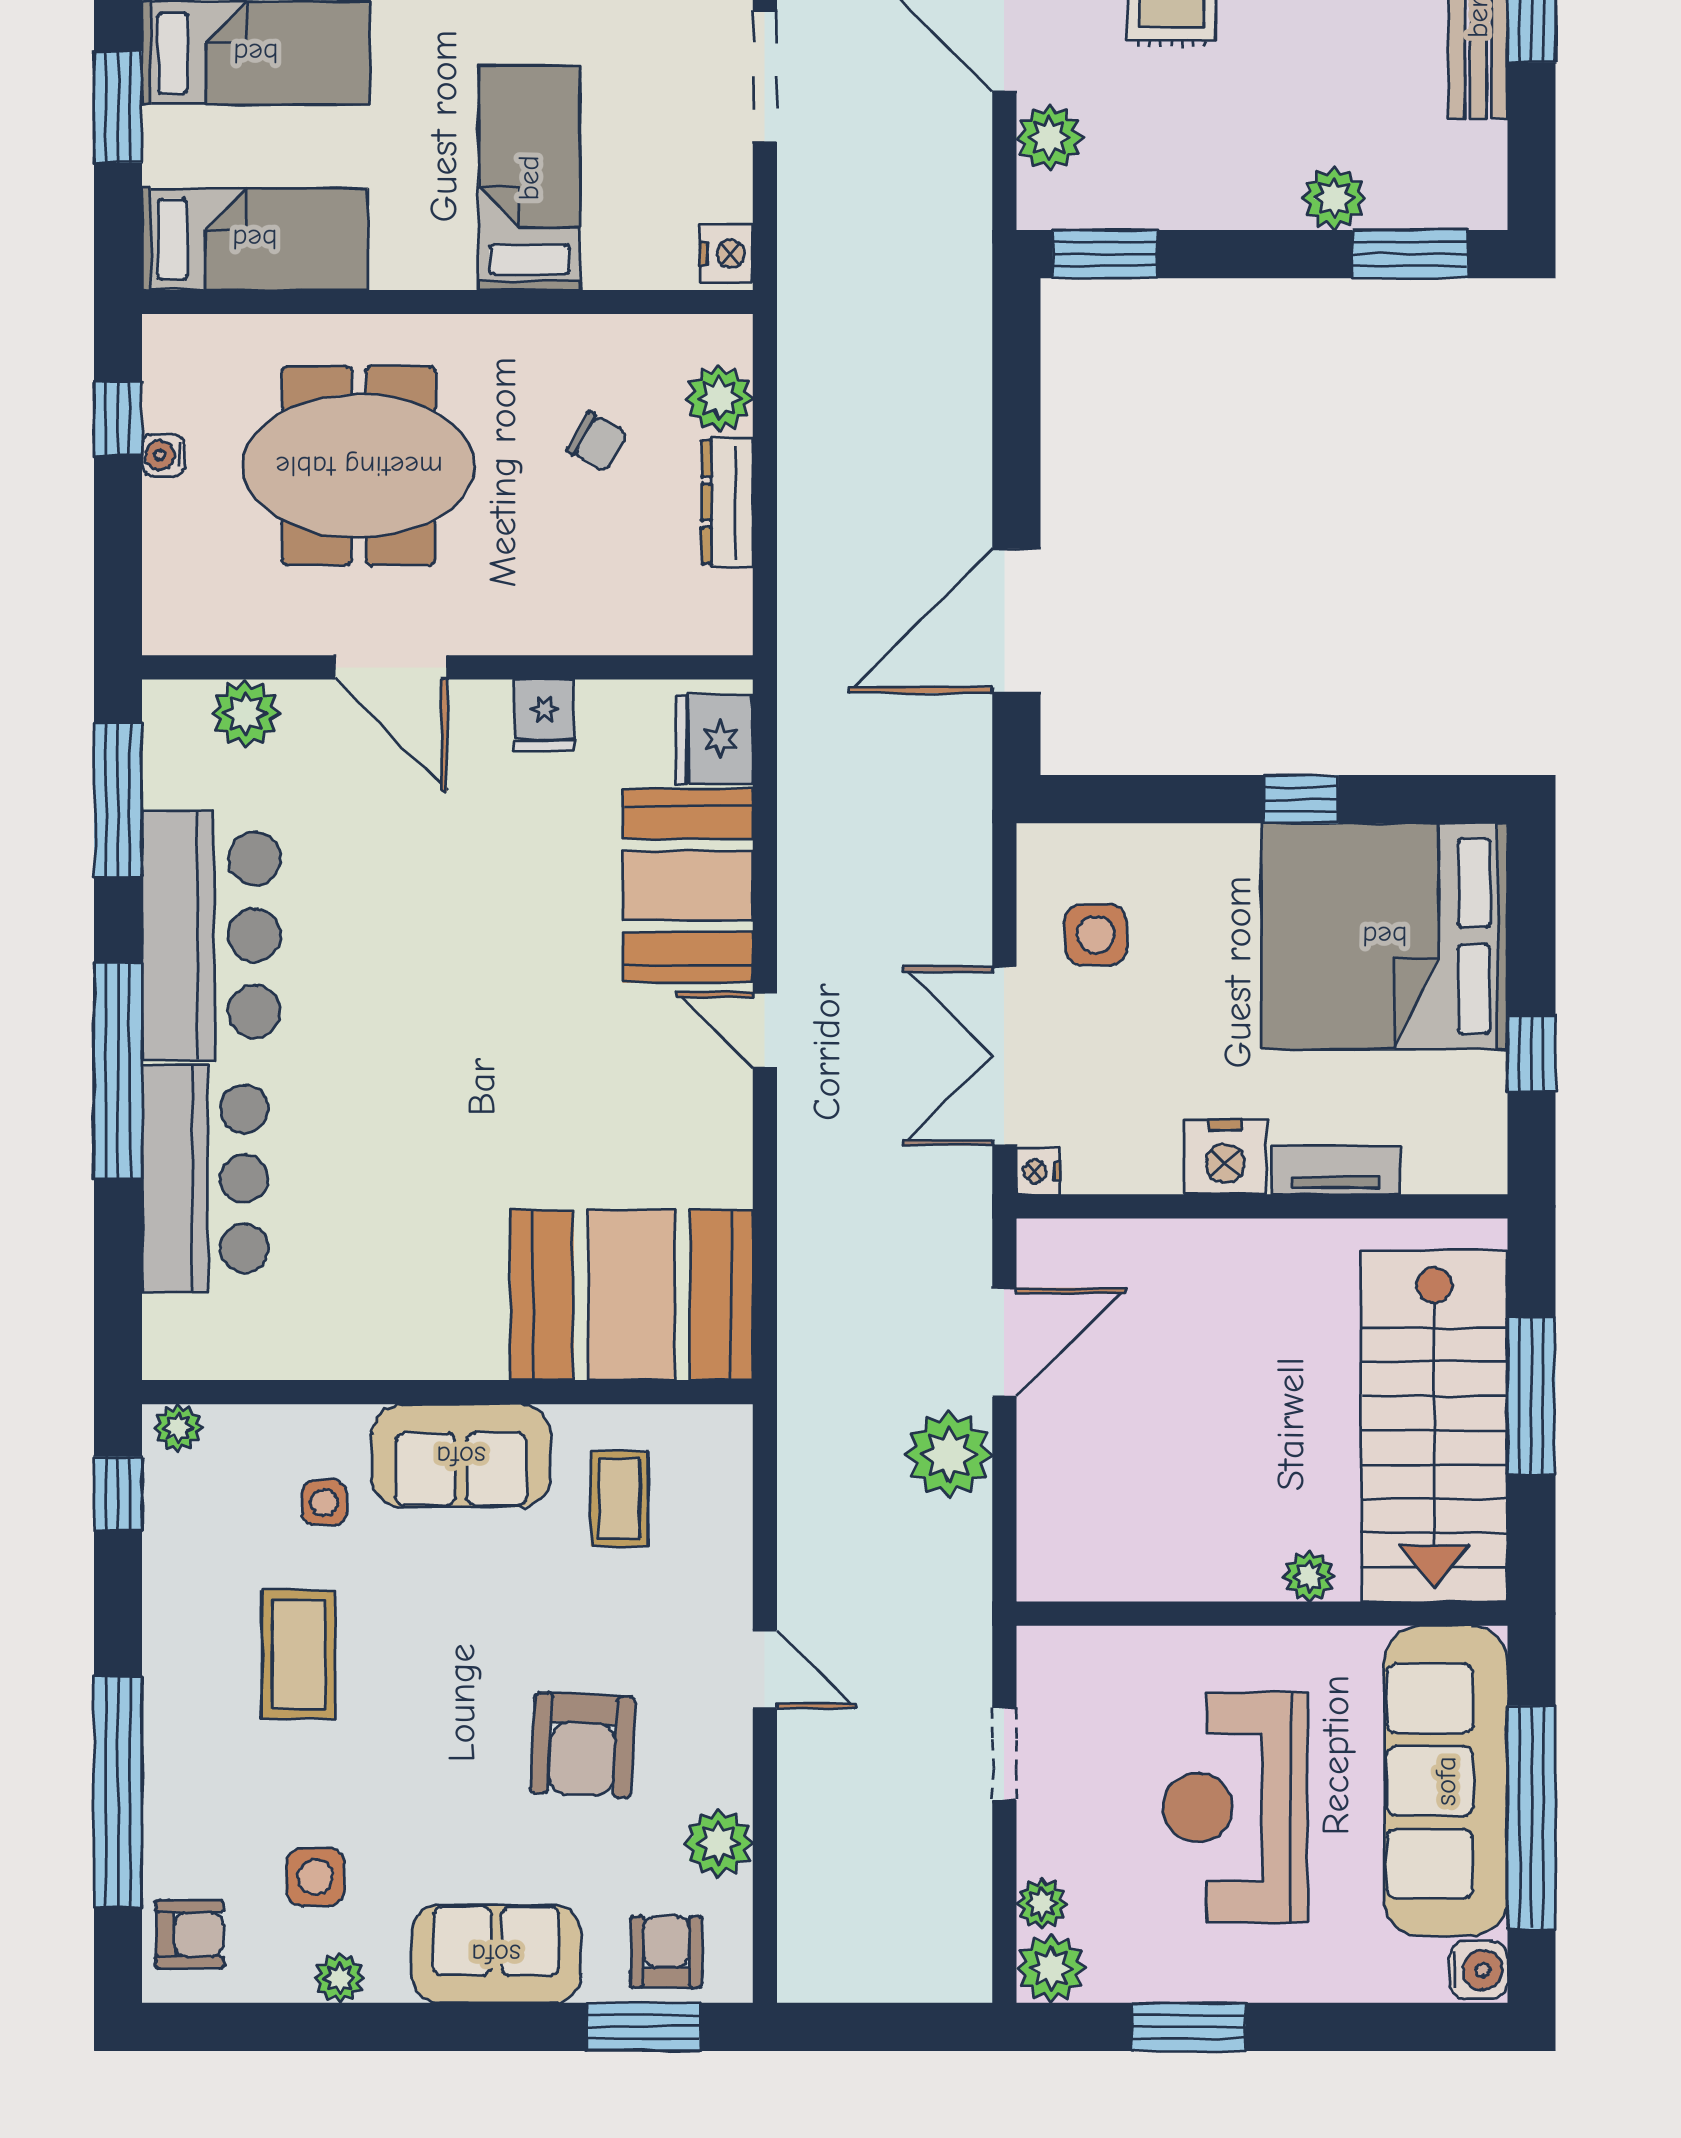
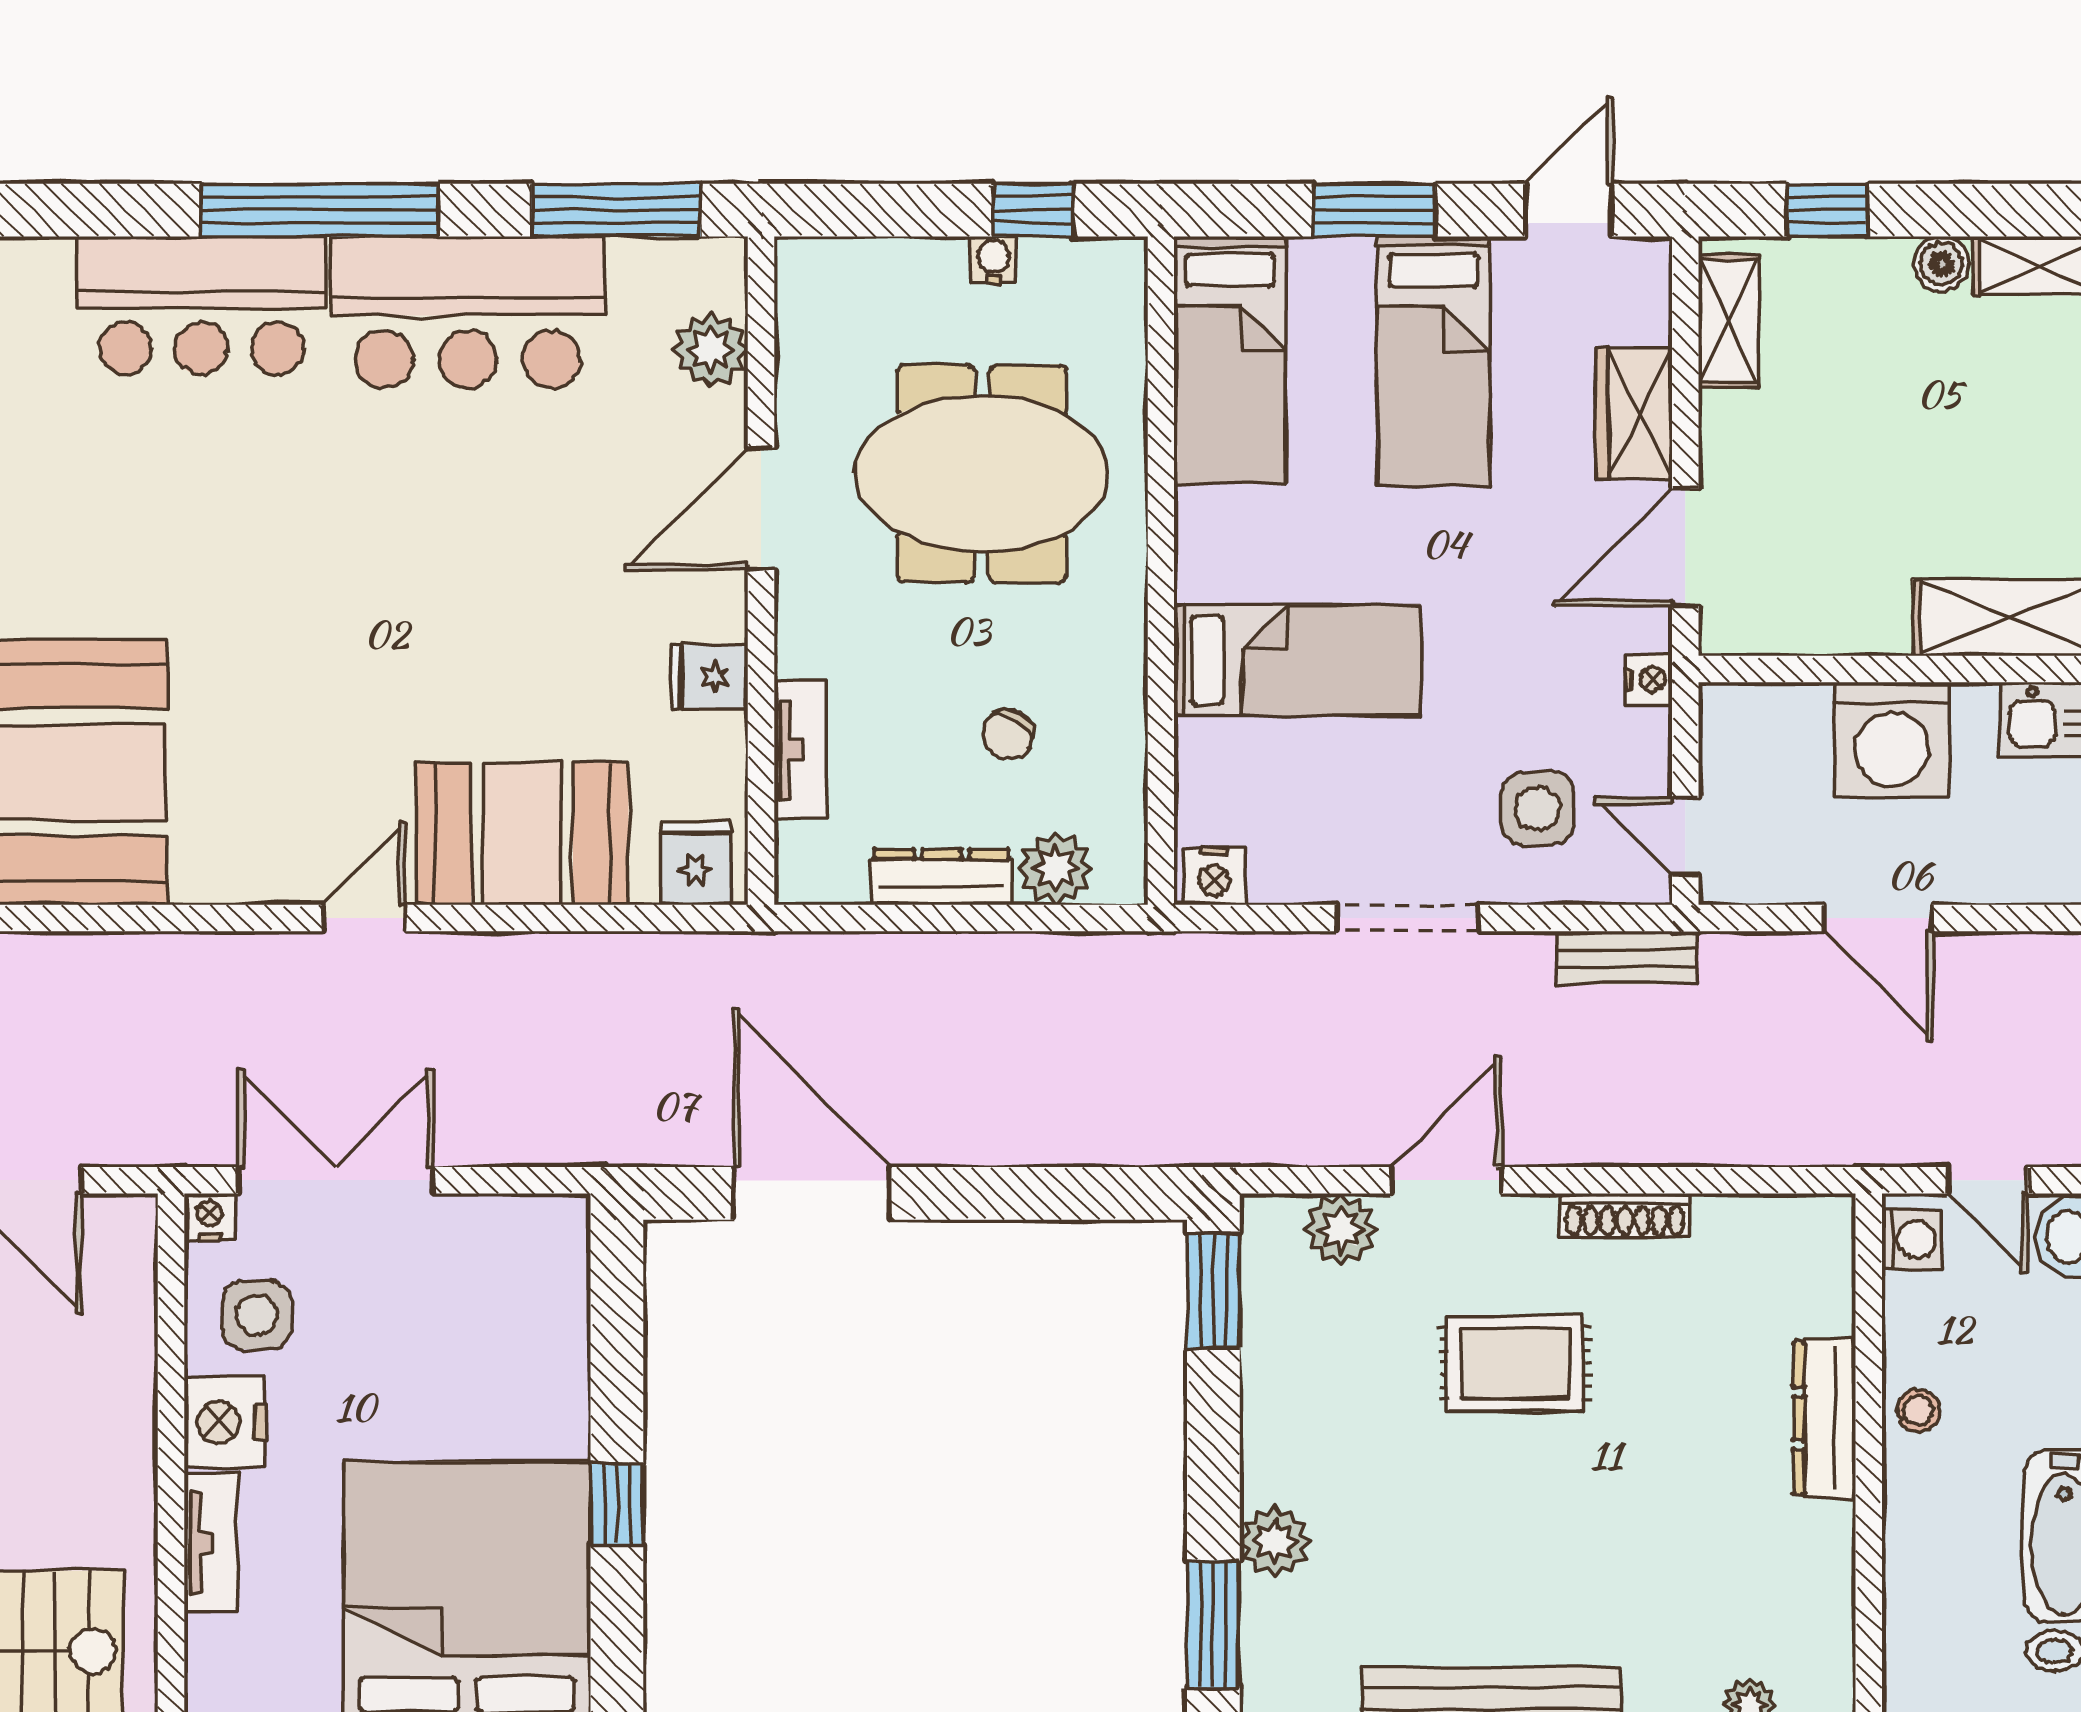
meeting table: (359, 466) -> (982, 474), turned 90
tv unit: (611, 631) -> (800, 750), added
fridge: (714, 739) -> (696, 863), width x0.72
side table: (1096, 935) -> (257, 1315), moved

